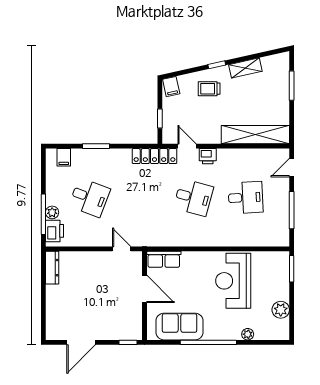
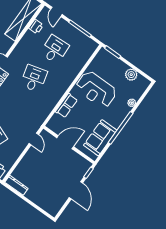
printer: (208, 156) -> (36, 27), moved
desk: (193, 198) -> (34, 78), turned -30
door: (122, 249) -> (34, 139), swing flipped
row of seats: (164, 259) -> (67, 106), moved
door: (81, 342) -> (76, 190), moved

